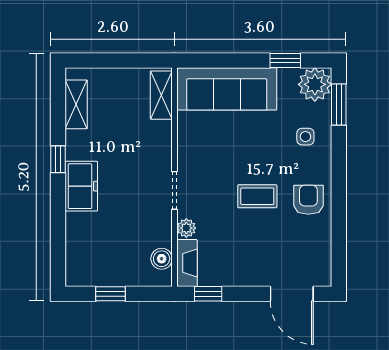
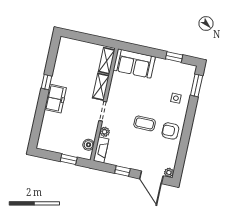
plant: (315, 84) -> (169, 173), moved, width x0.53, depth x0.53
sofa: (227, 89) -> (134, 63), width x0.73
shelving: (76, 104) -> (101, 87), moved
armchair: (308, 200) -> (170, 131), turned -90
window: (110, 294) -> (69, 159), moved
window: (208, 294) -> (122, 171), moved

